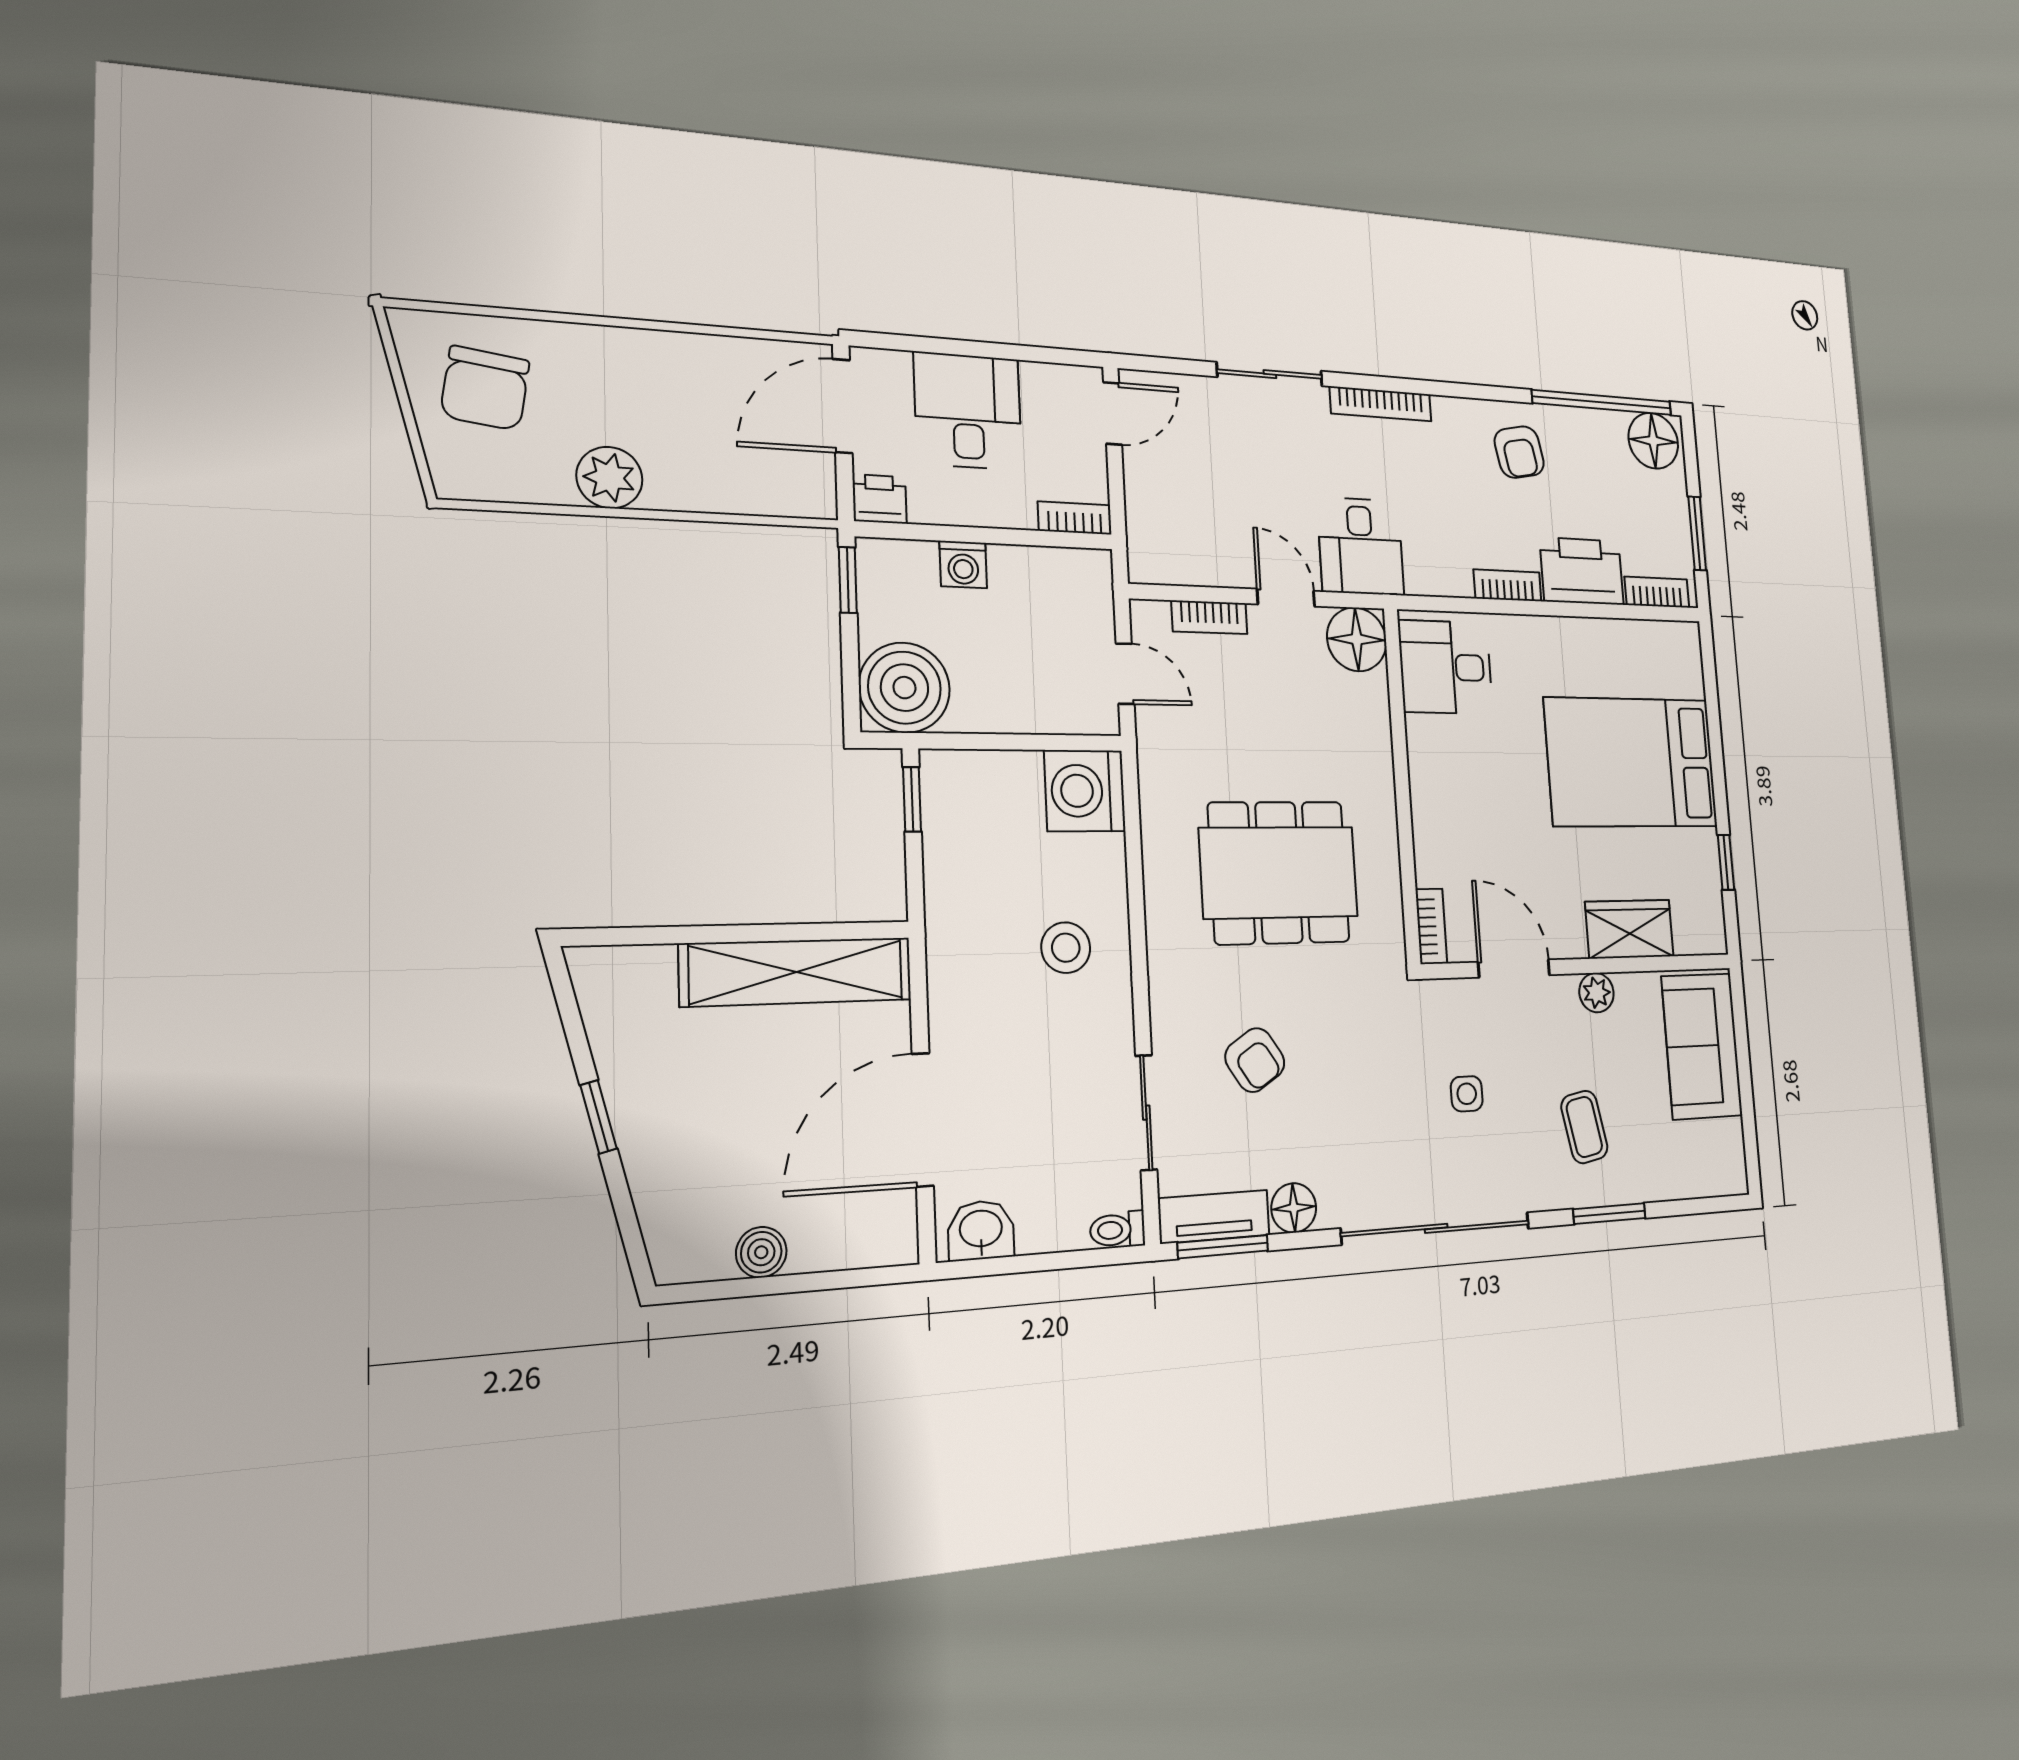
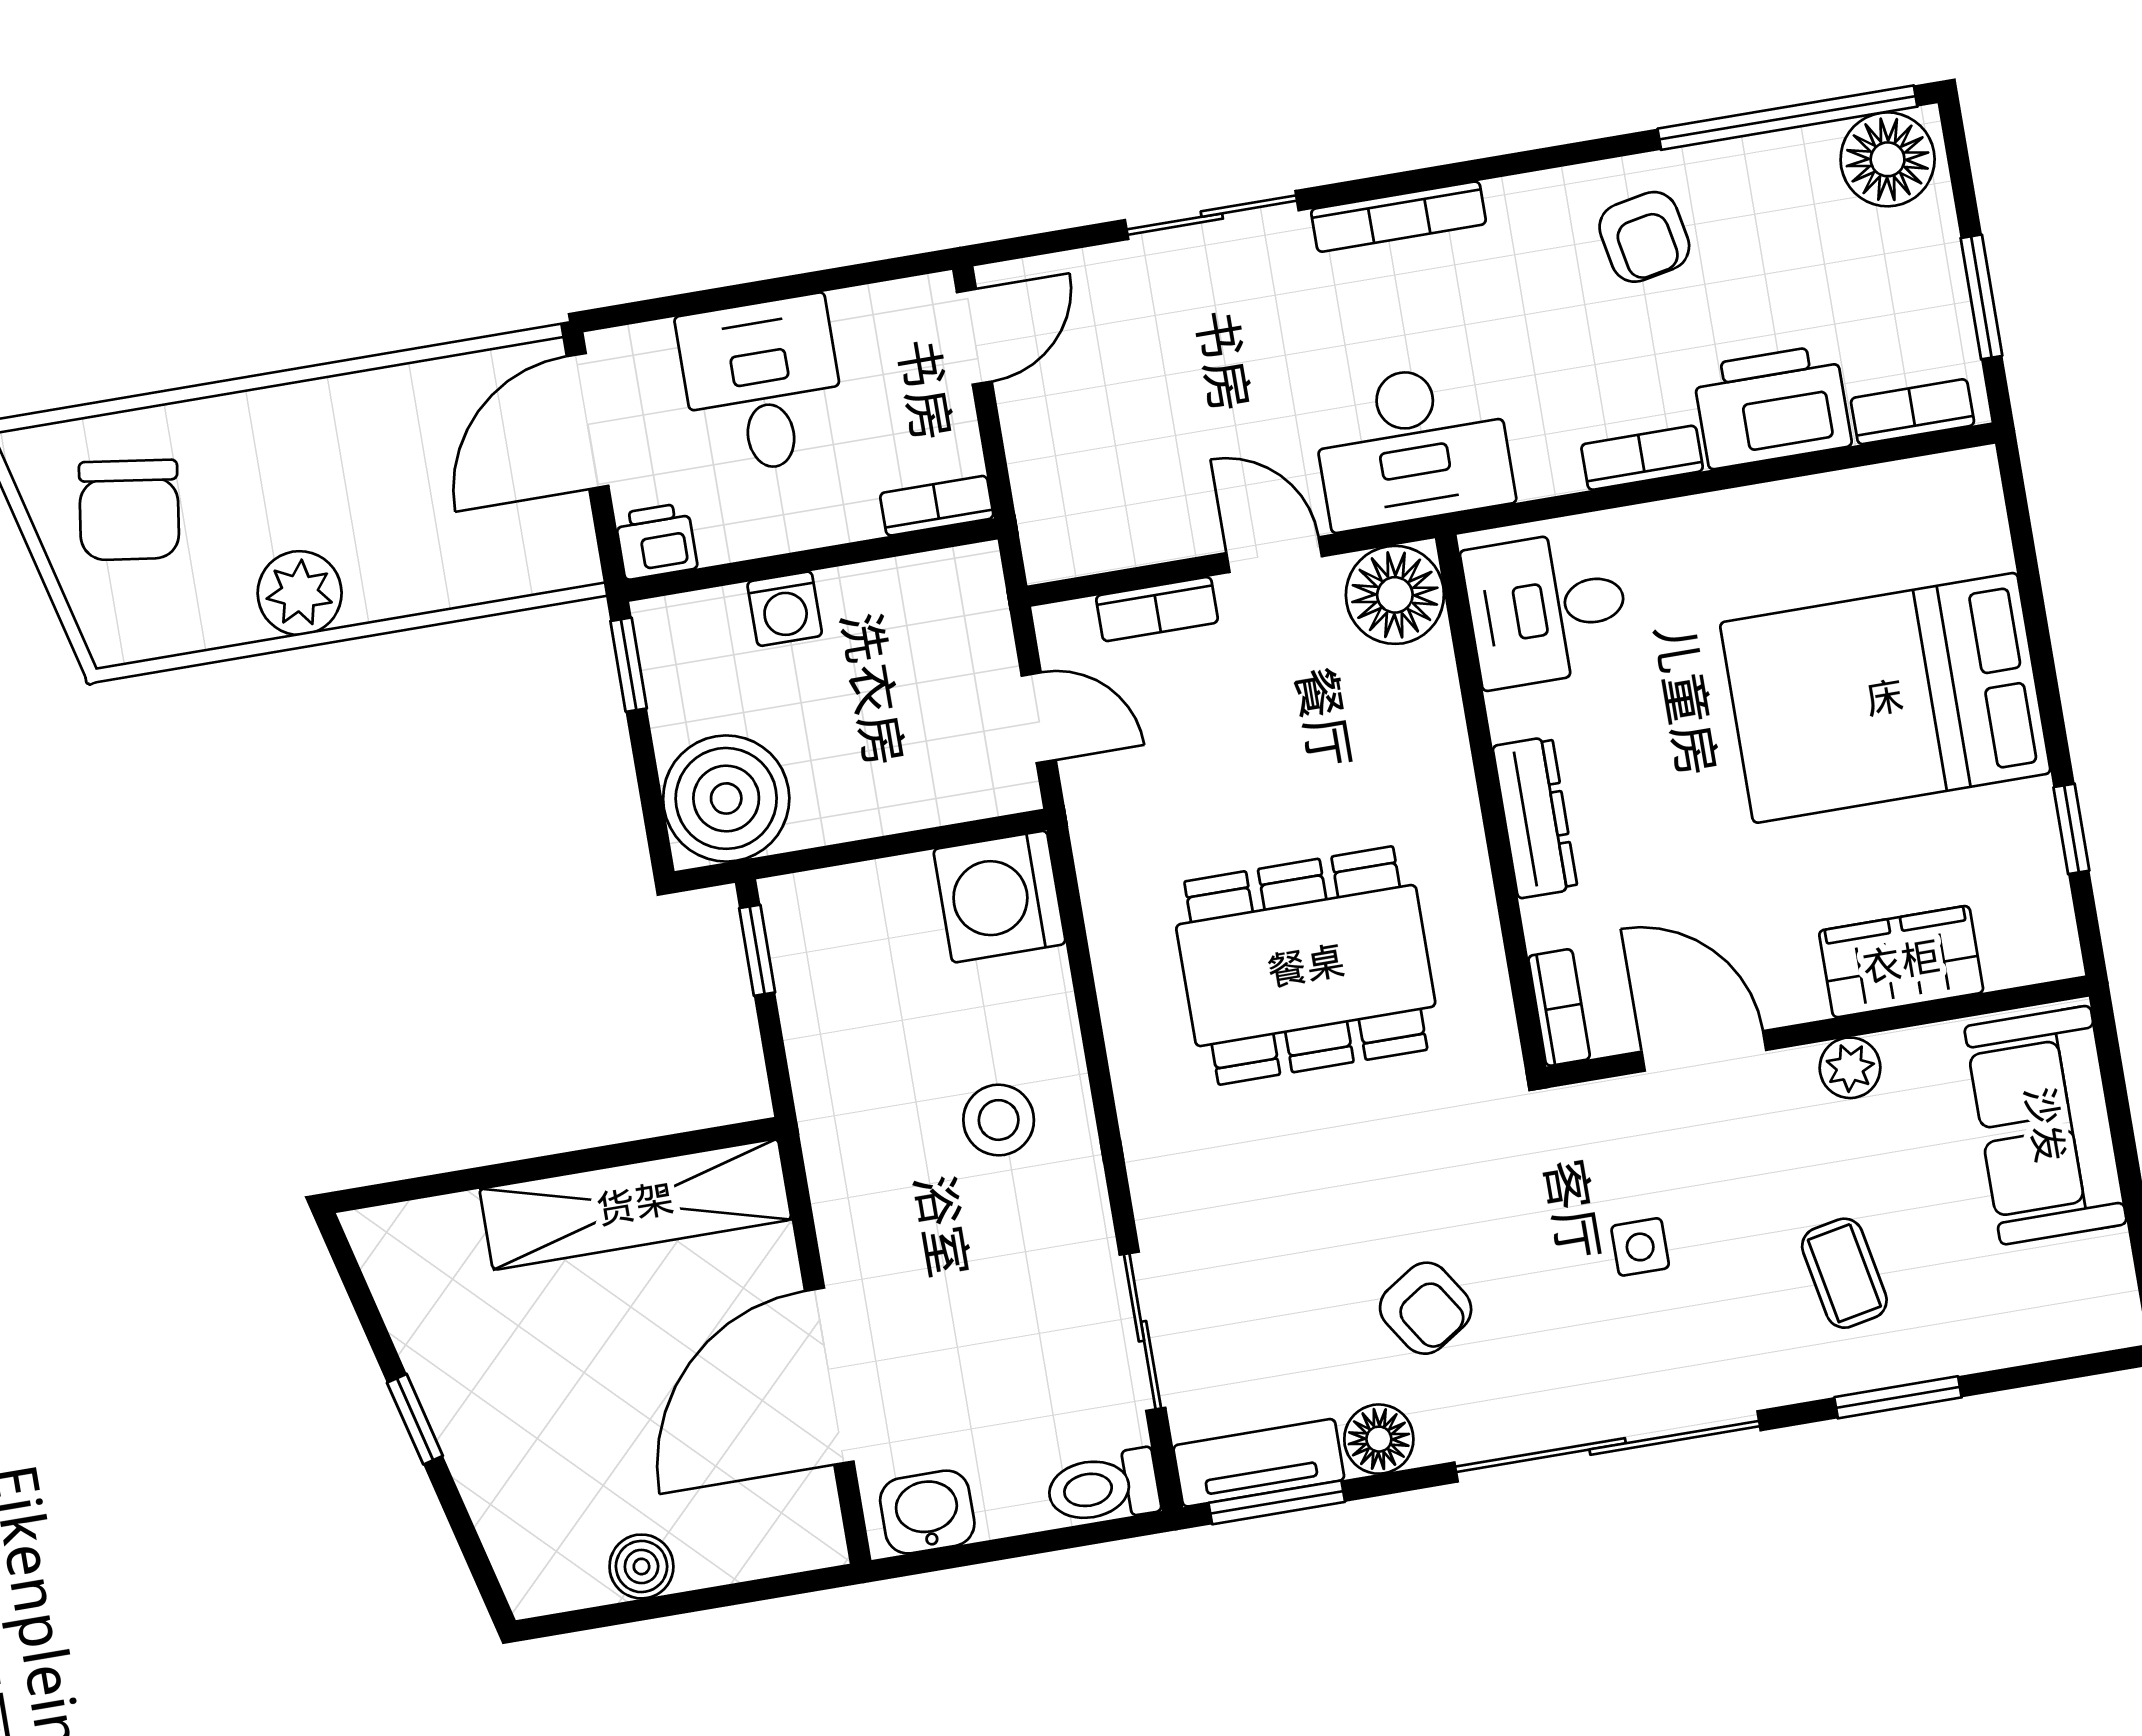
desk: (1361, 546) -> (1412, 446), width x1.37
dresser: (1427, 799) -> (1535, 817), added
armchair: (1255, 1060) -> (1426, 1308), moved
toilet: (1118, 1230) -> (1103, 1487), width x1.37, depth x1.39

